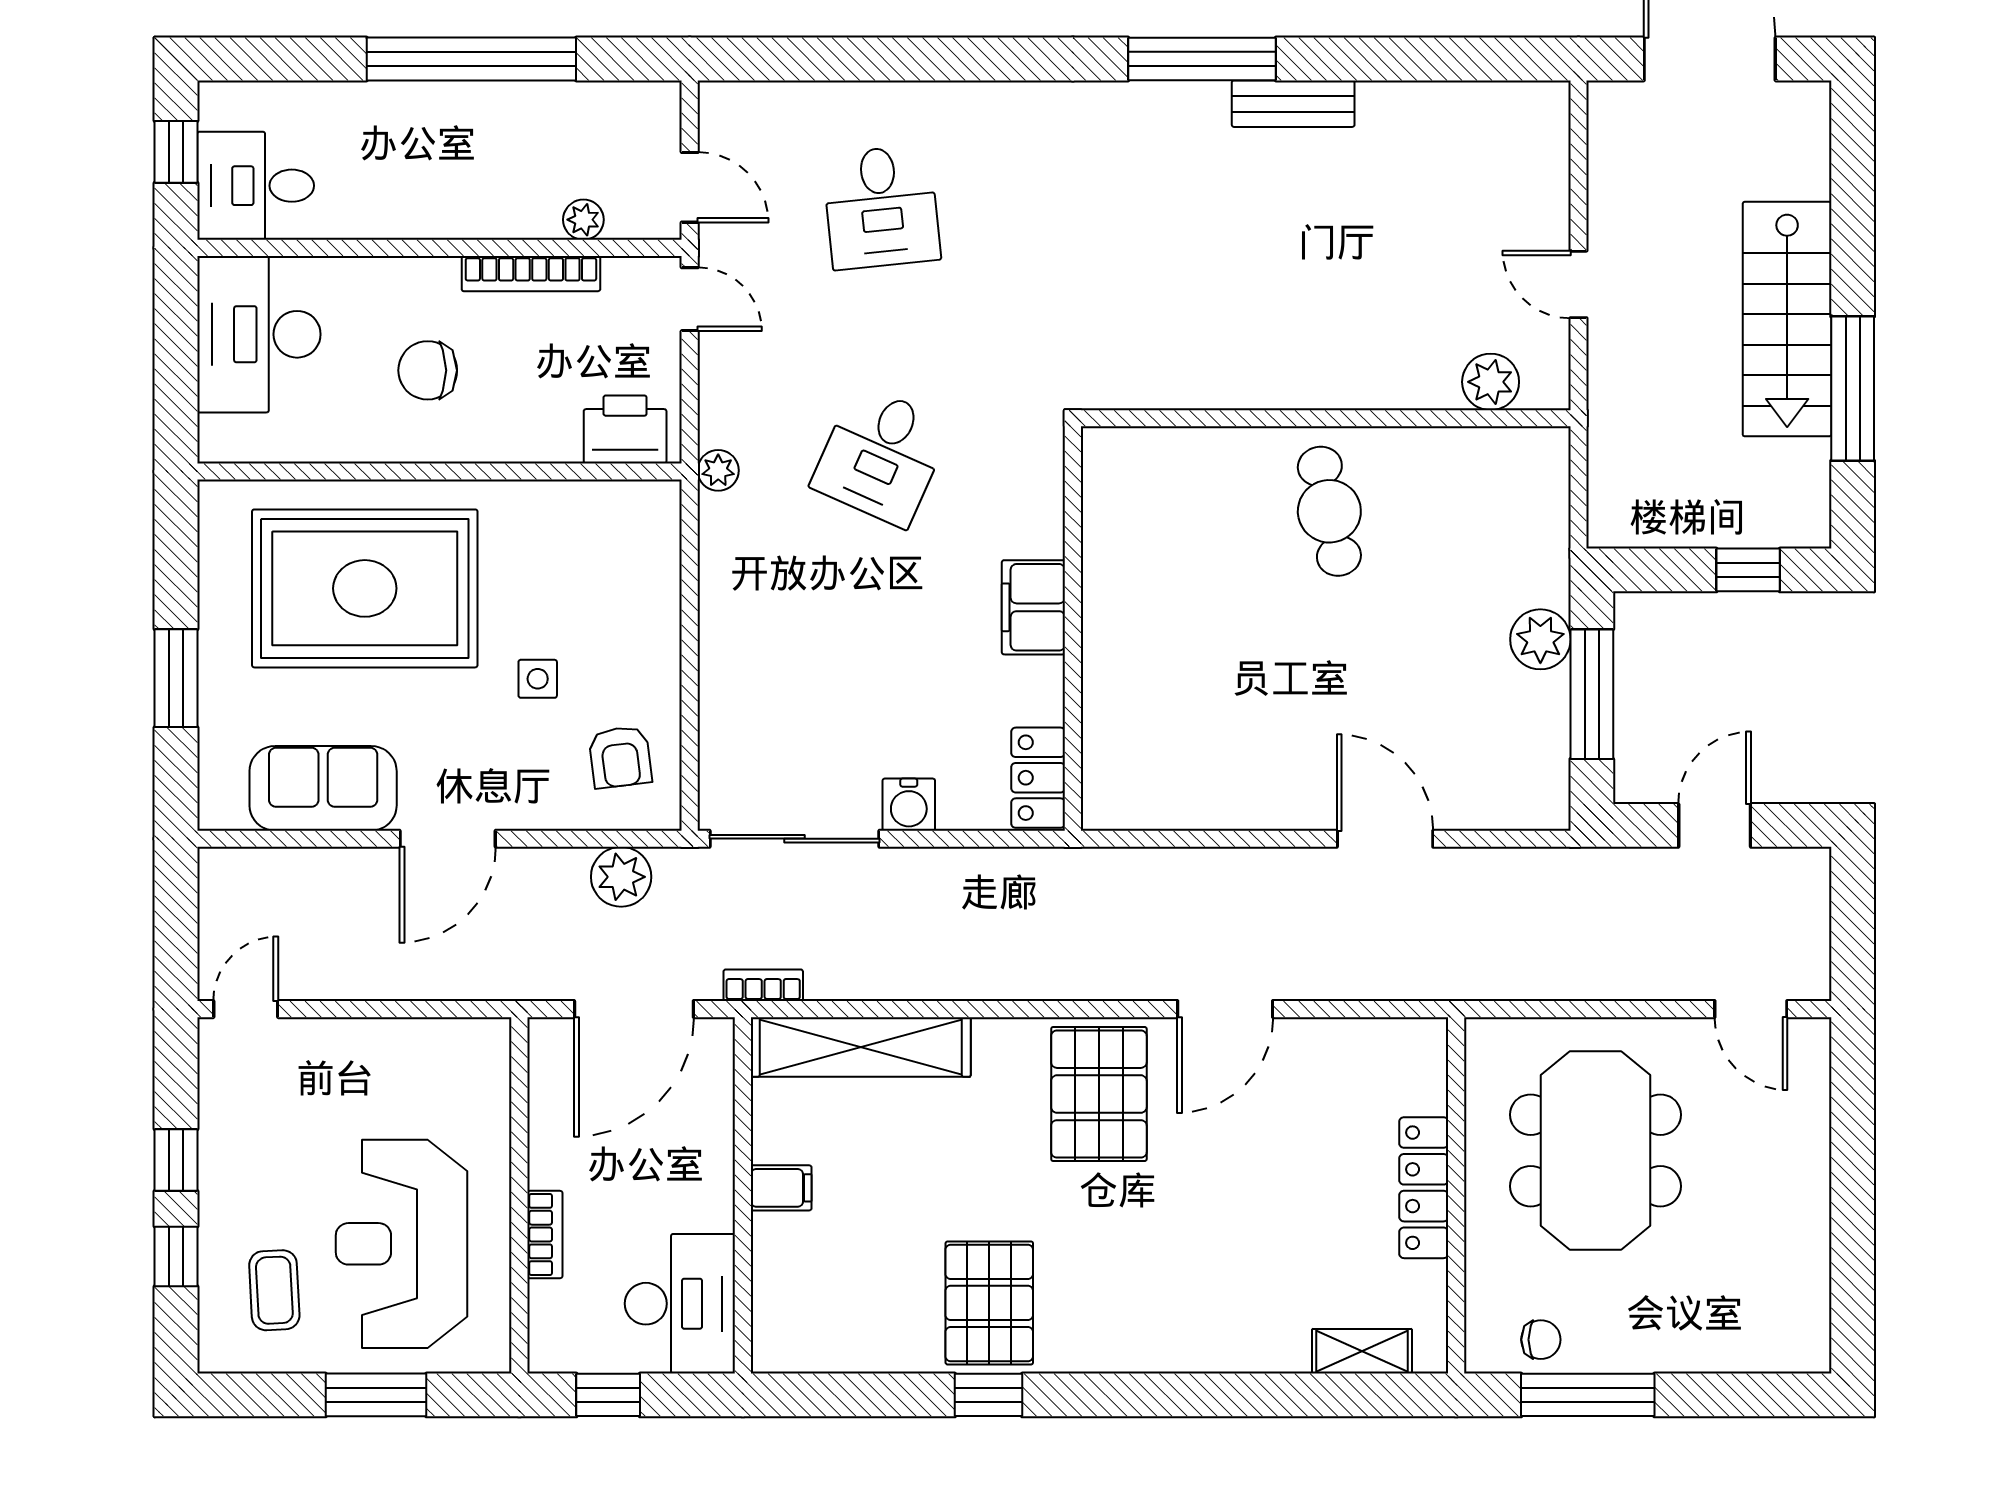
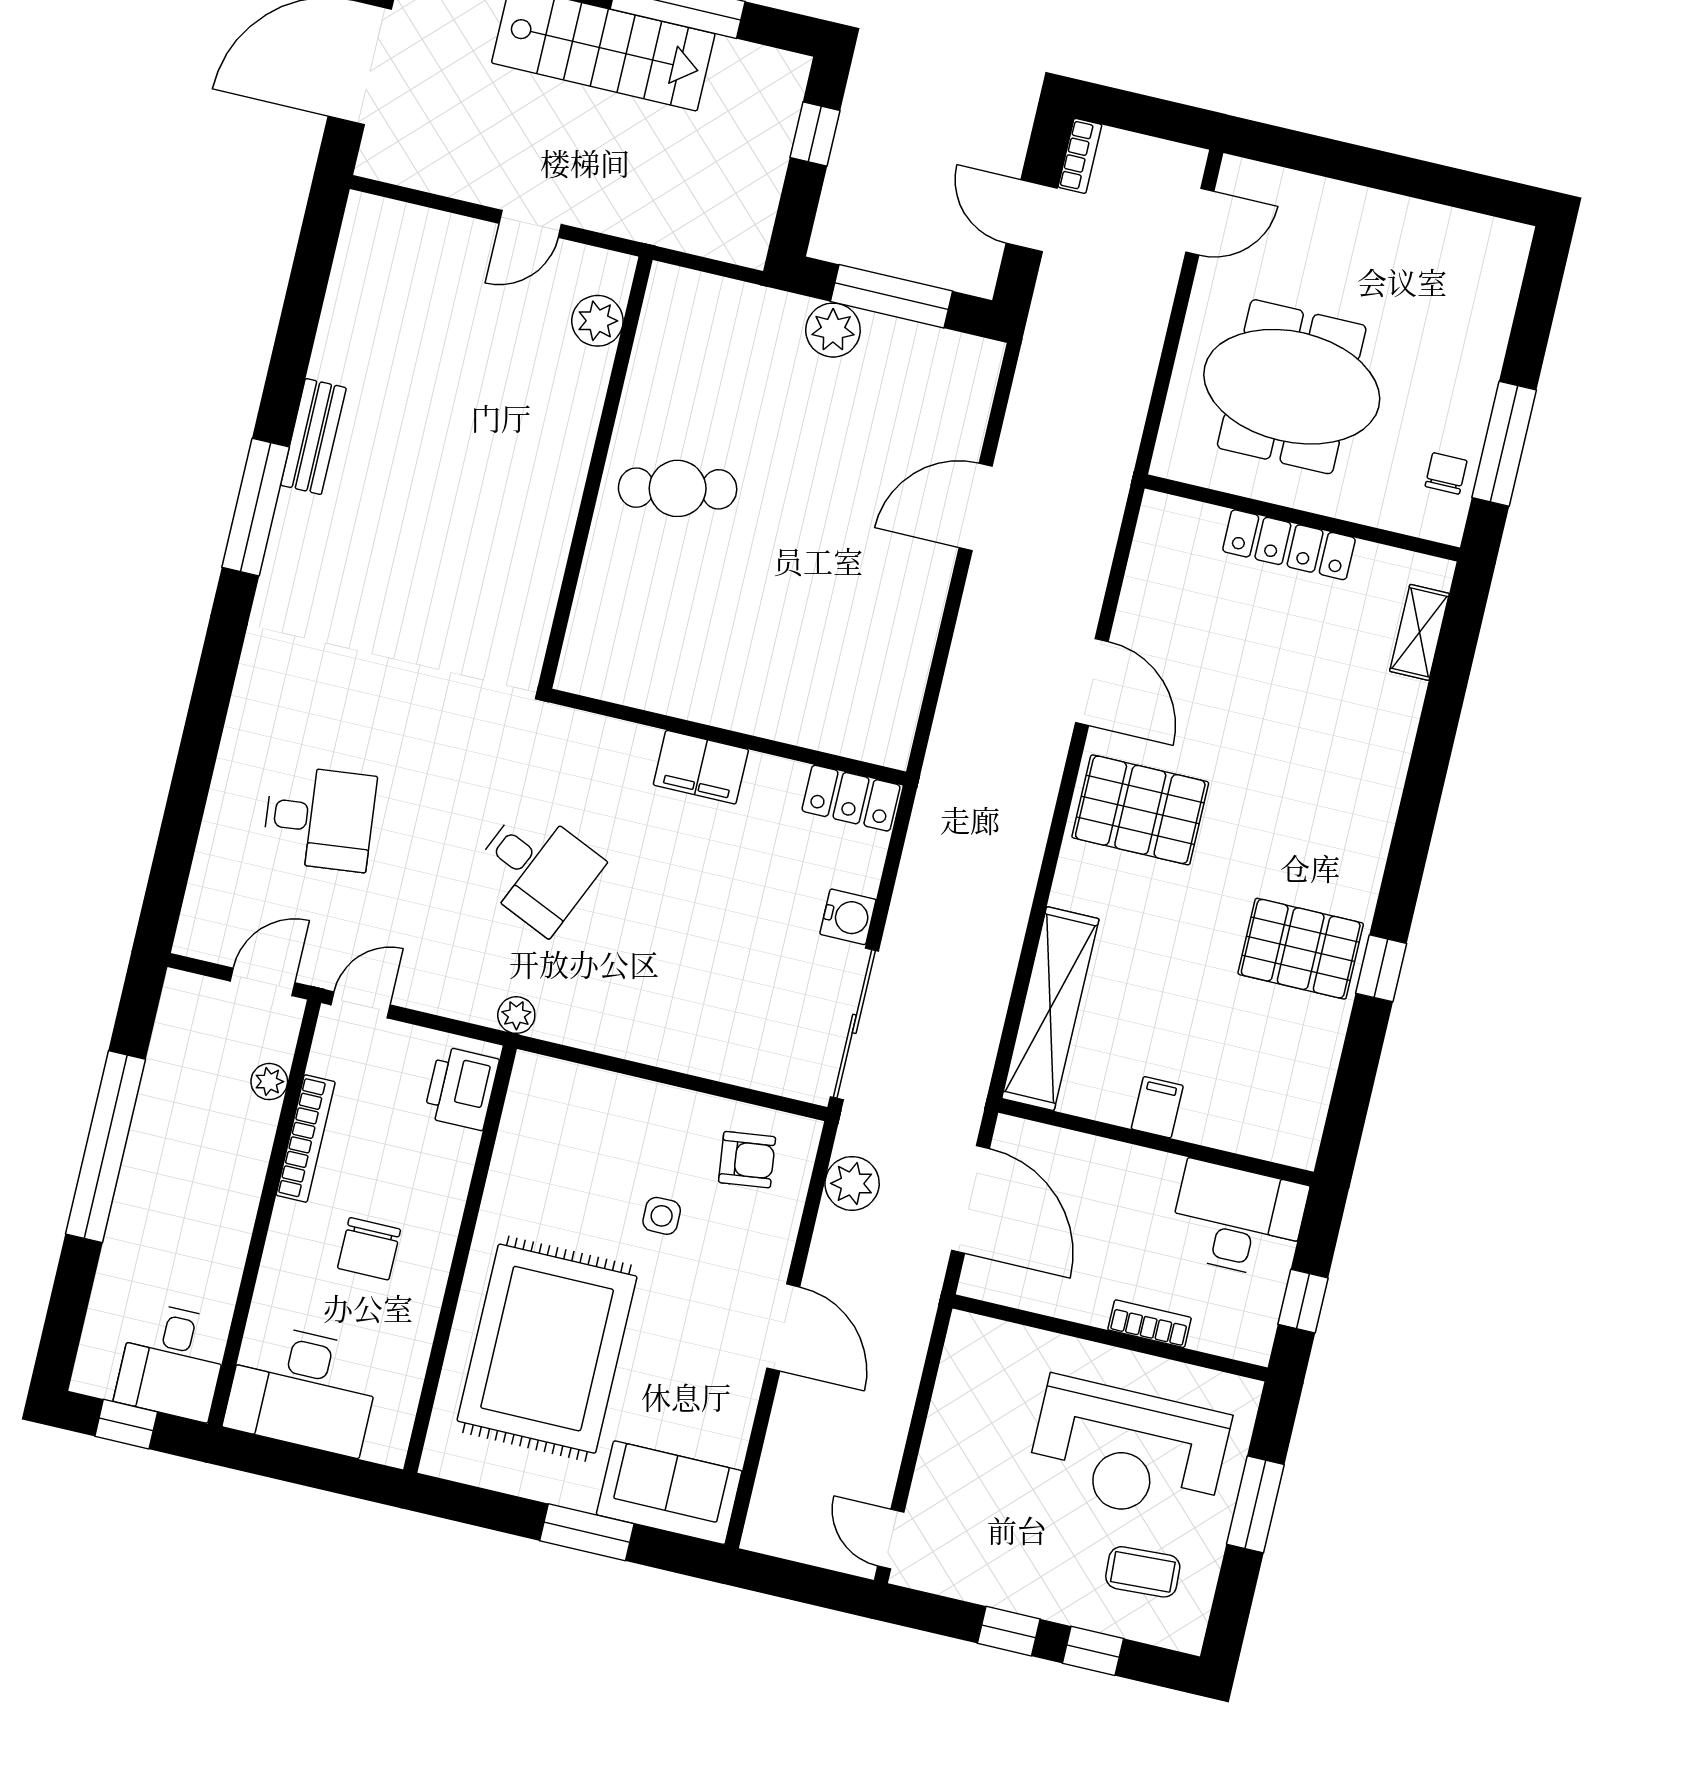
sofa: (323, 788) -> (669, 1493), moved, turned 90
bookcase: (763, 985) -> (1080, 156), moved, turned 180

